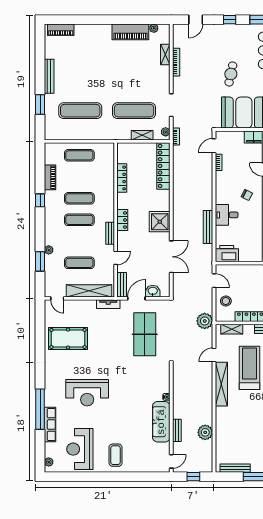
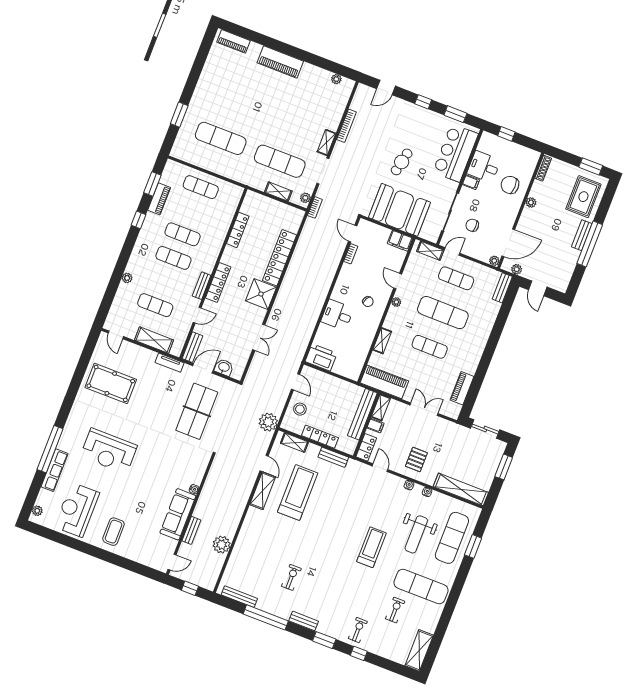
piano: (130, 32) -> (280, 62), moved
shelving: (165, 54) -> (326, 143), moved
bench: (49, 76) -> (201, 87), removed
door: (214, 146) -> (353, 234), hinge flipped
locker: (163, 166) -> (280, 258), moved
locker: (122, 220) -> (218, 282), width x1.53
bench: (208, 227) -> (312, 320), removed
double door: (171, 257) -> (259, 337), width x0.73
window: (40, 261) -> (152, 184), moved
shelving: (89, 291) -> (154, 340), width x0.68
door: (214, 355) -> (264, 463), swing flipped
shelving: (221, 384) -> (263, 491), width x0.68

